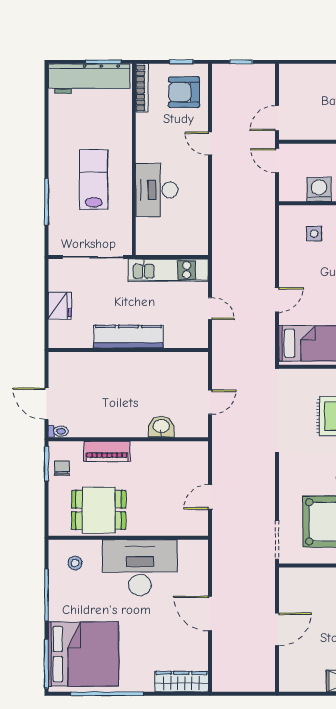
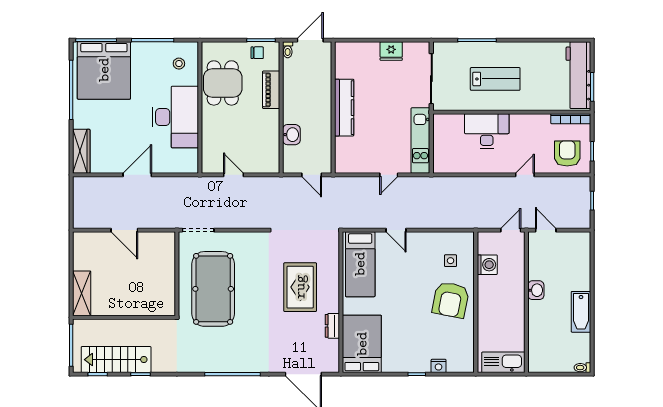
kitchen counter: (128, 337) -> (344, 108), moved
wall: (128, 350) -> (333, 107), moved

